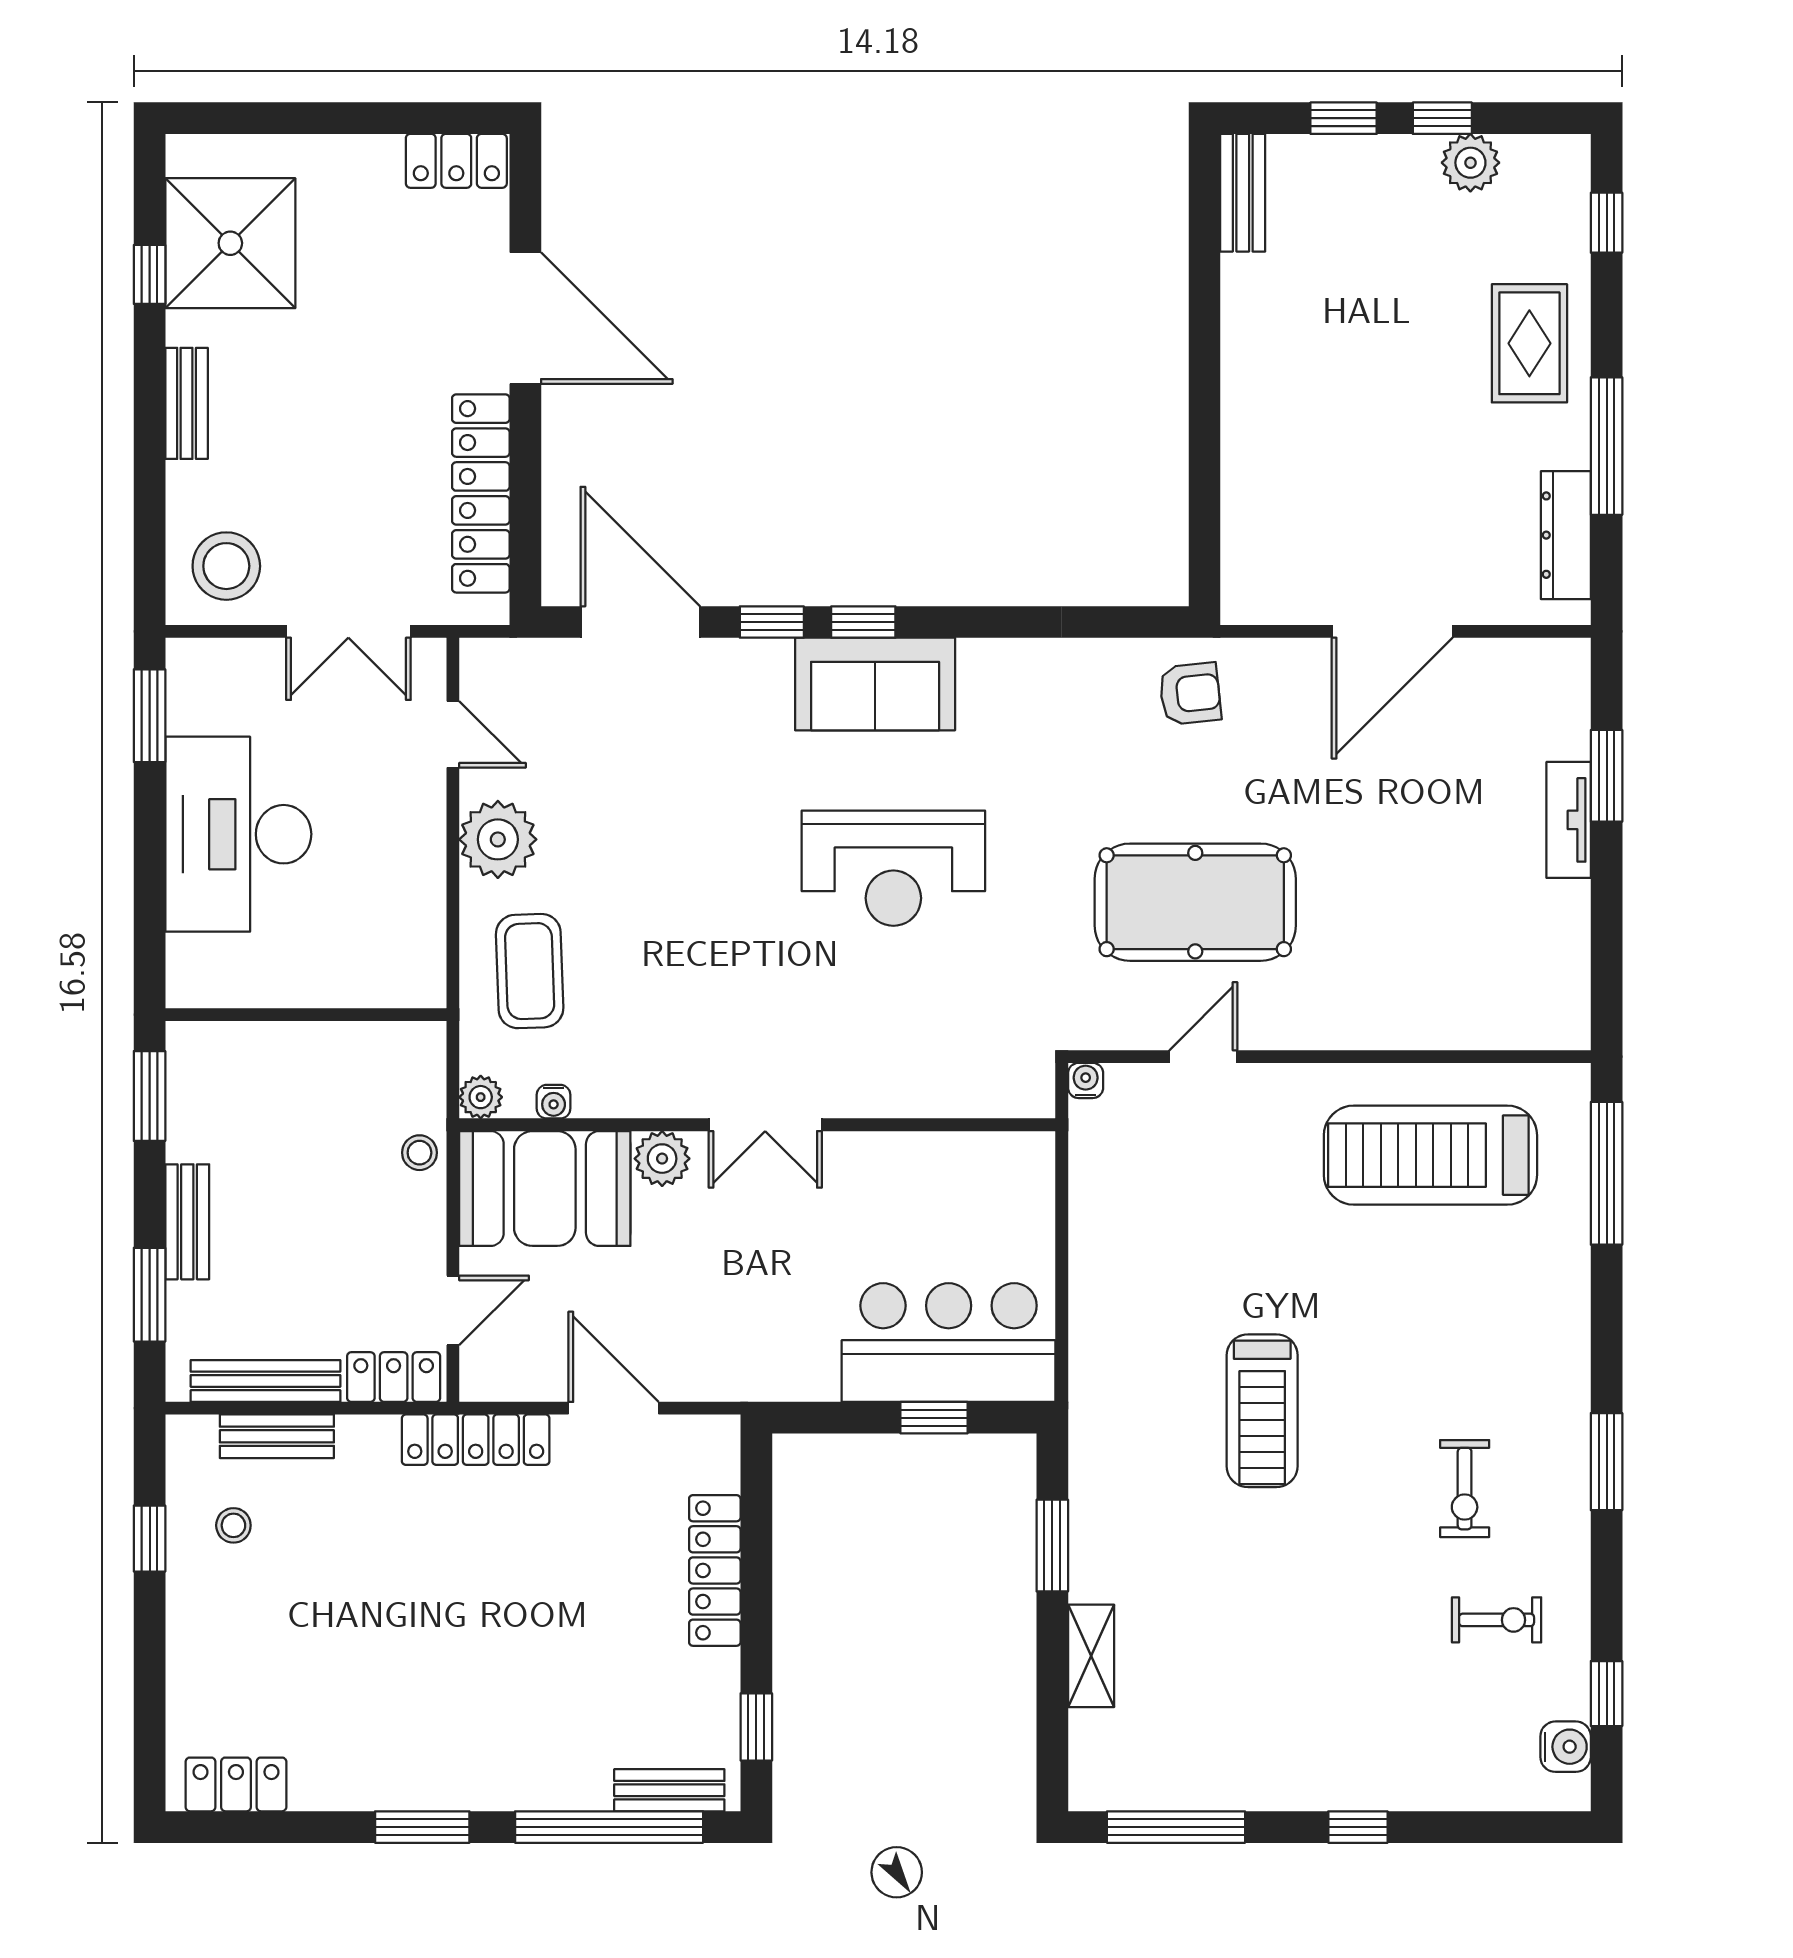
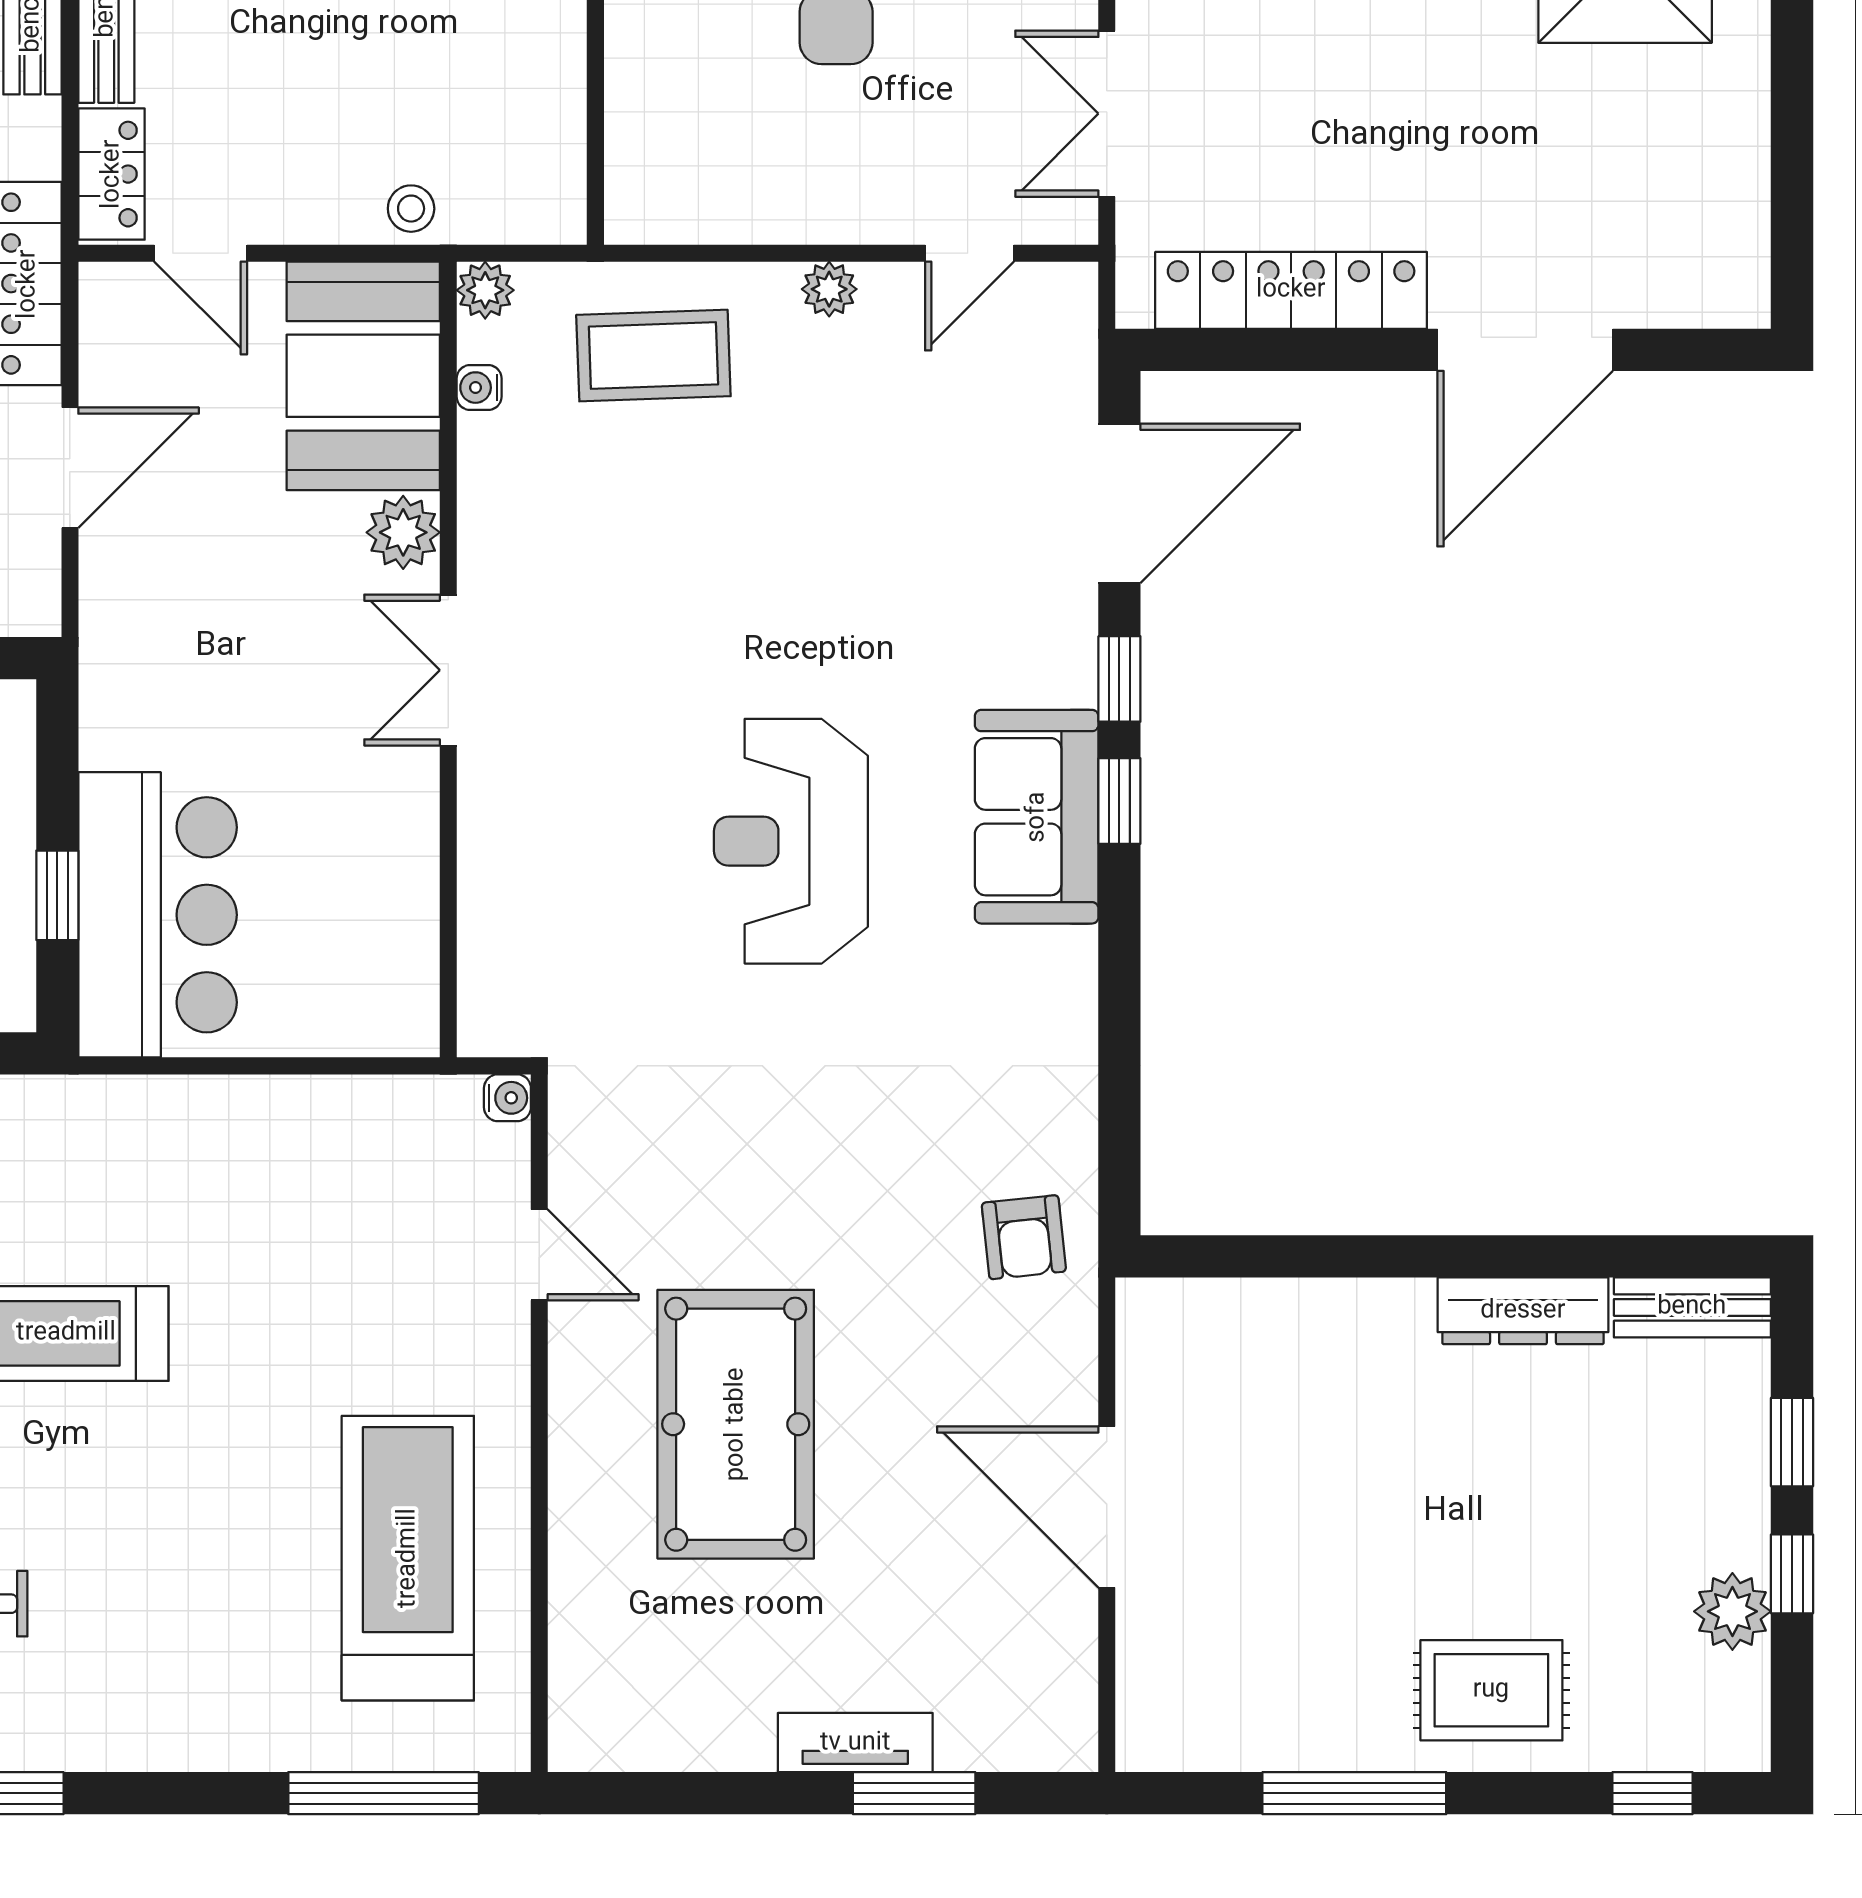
locker: (456, 161) -> (1735, 258), removed
dresser: (1566, 535) -> (1523, 1311), moved, turned 180
plant: (498, 839) -> (829, 289), width x0.53, depth x0.53
pool table: (1195, 902) -> (736, 1424), moved

